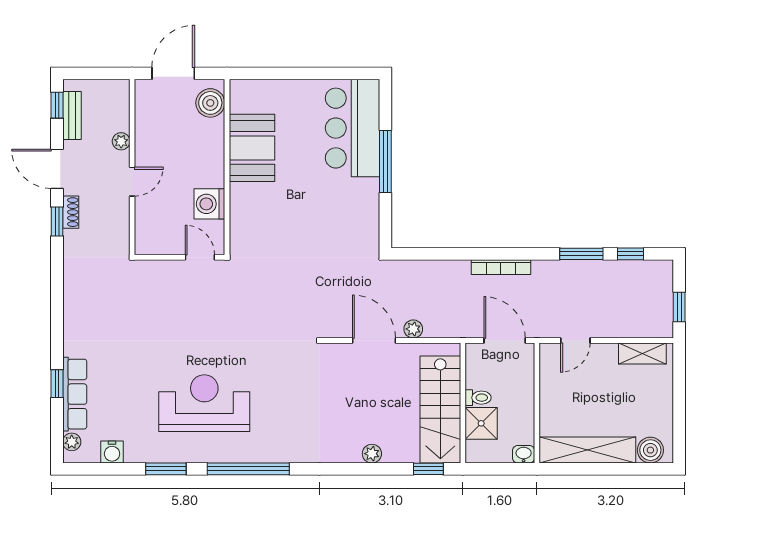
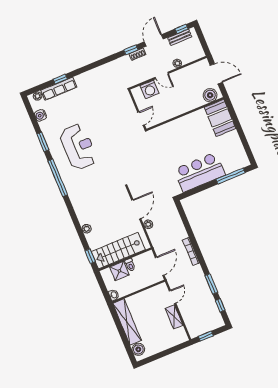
bar counter: (353, 128) -> (200, 172), moved
booth: (252, 148) -> (220, 118), moved, turned 90
window: (385, 161) -> (231, 176), moved
washing machine: (209, 204) -> (149, 89), moved, turned 180
door: (575, 341) -> (172, 297), swing flipped
shelving: (642, 354) -> (174, 317), moved

